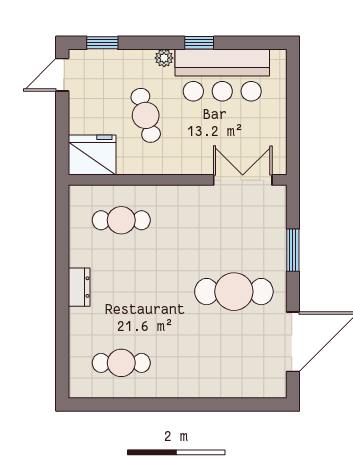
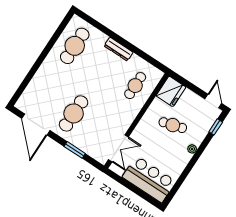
window: (199, 43) -> (189, 168), removed
bar counter: (222, 75) -> (149, 179), moved, turned 90
dresser: (79, 287) -> (119, 49), width x1.44
cafe table: (121, 363) -> (75, 46), width x1.37, depth x1.35

